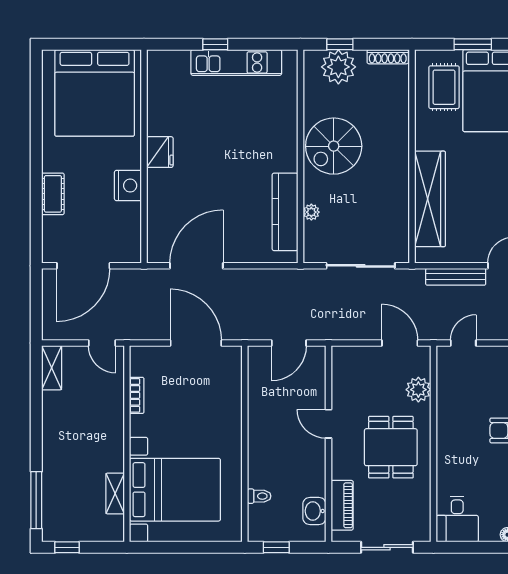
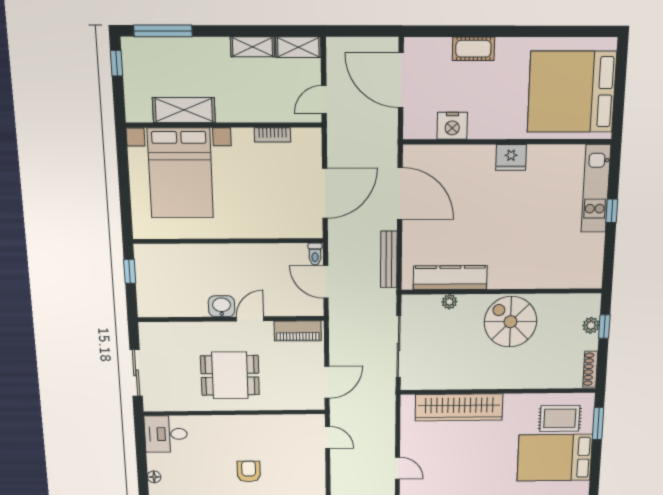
window: (473, 44) -> (598, 423), moved
kitchen unit: (236, 62) -> (596, 189), moved
plant: (338, 67) -> (591, 325), width x0.53, depth x0.53
nightstand: (128, 186) -> (452, 126), moved
bench: (456, 277) -> (389, 259), moved
plant: (418, 390) -> (284, 399), removed
shelving: (51, 413) -> (252, 47), added
shelving: (115, 494) -> (184, 110), width x1.50, depth x1.33
toilet: (259, 496) -> (315, 254), moved
piano: (342, 505) -> (298, 331), moved
washbasin: (314, 511) -> (222, 306), moved

